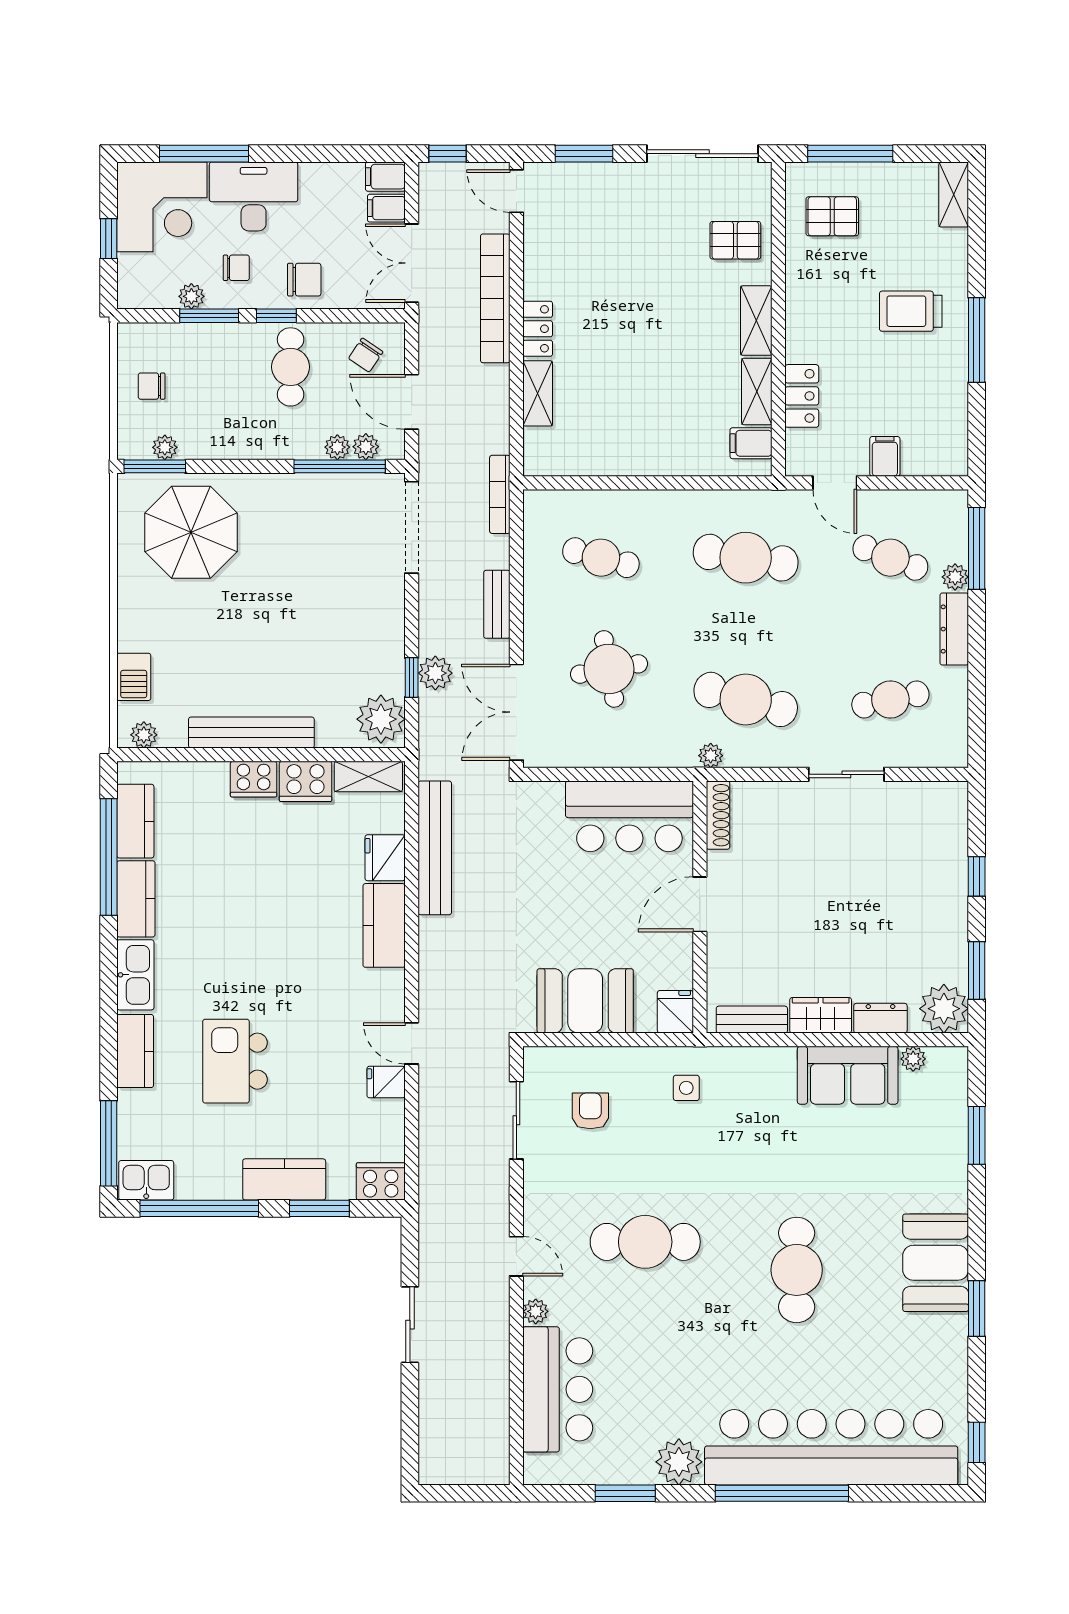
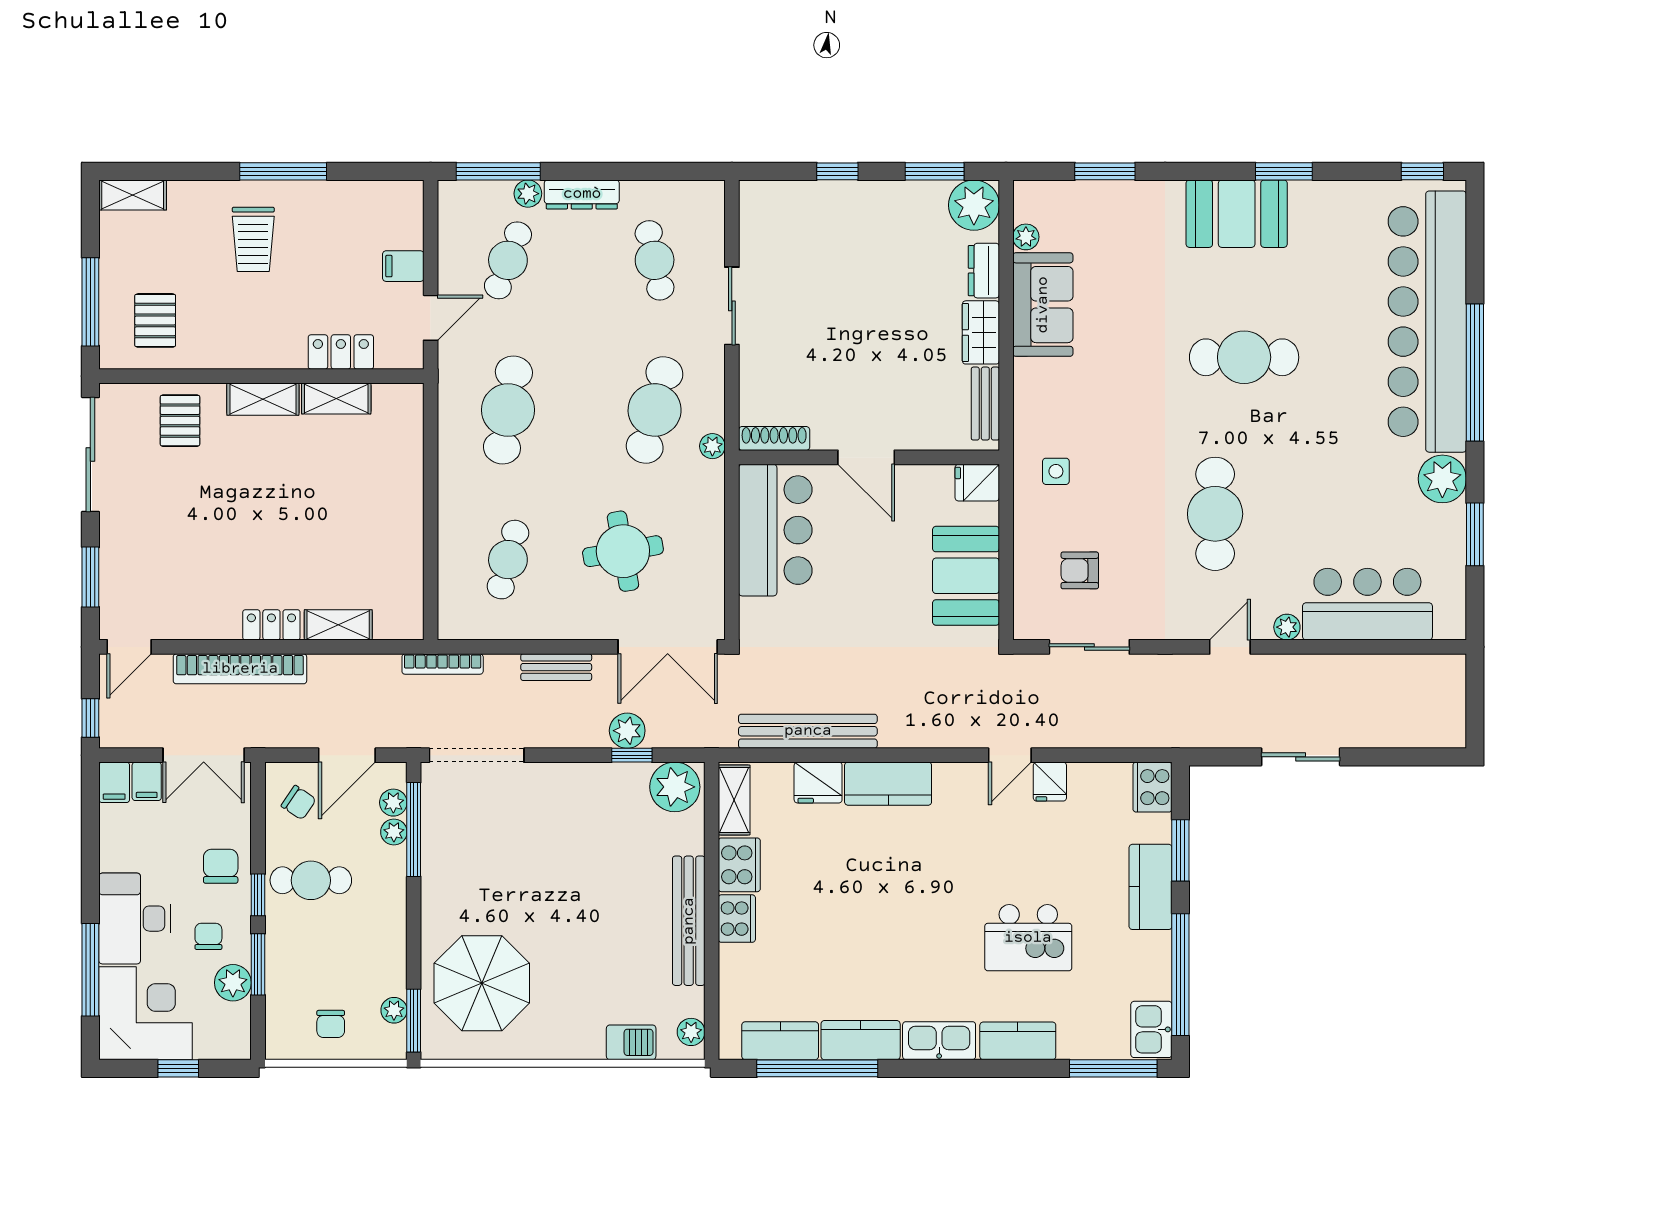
plant: (191, 296) -> (233, 983), width x1.38, depth x1.38
filing cabinet: (751, 443) -> (390, 404), removed

